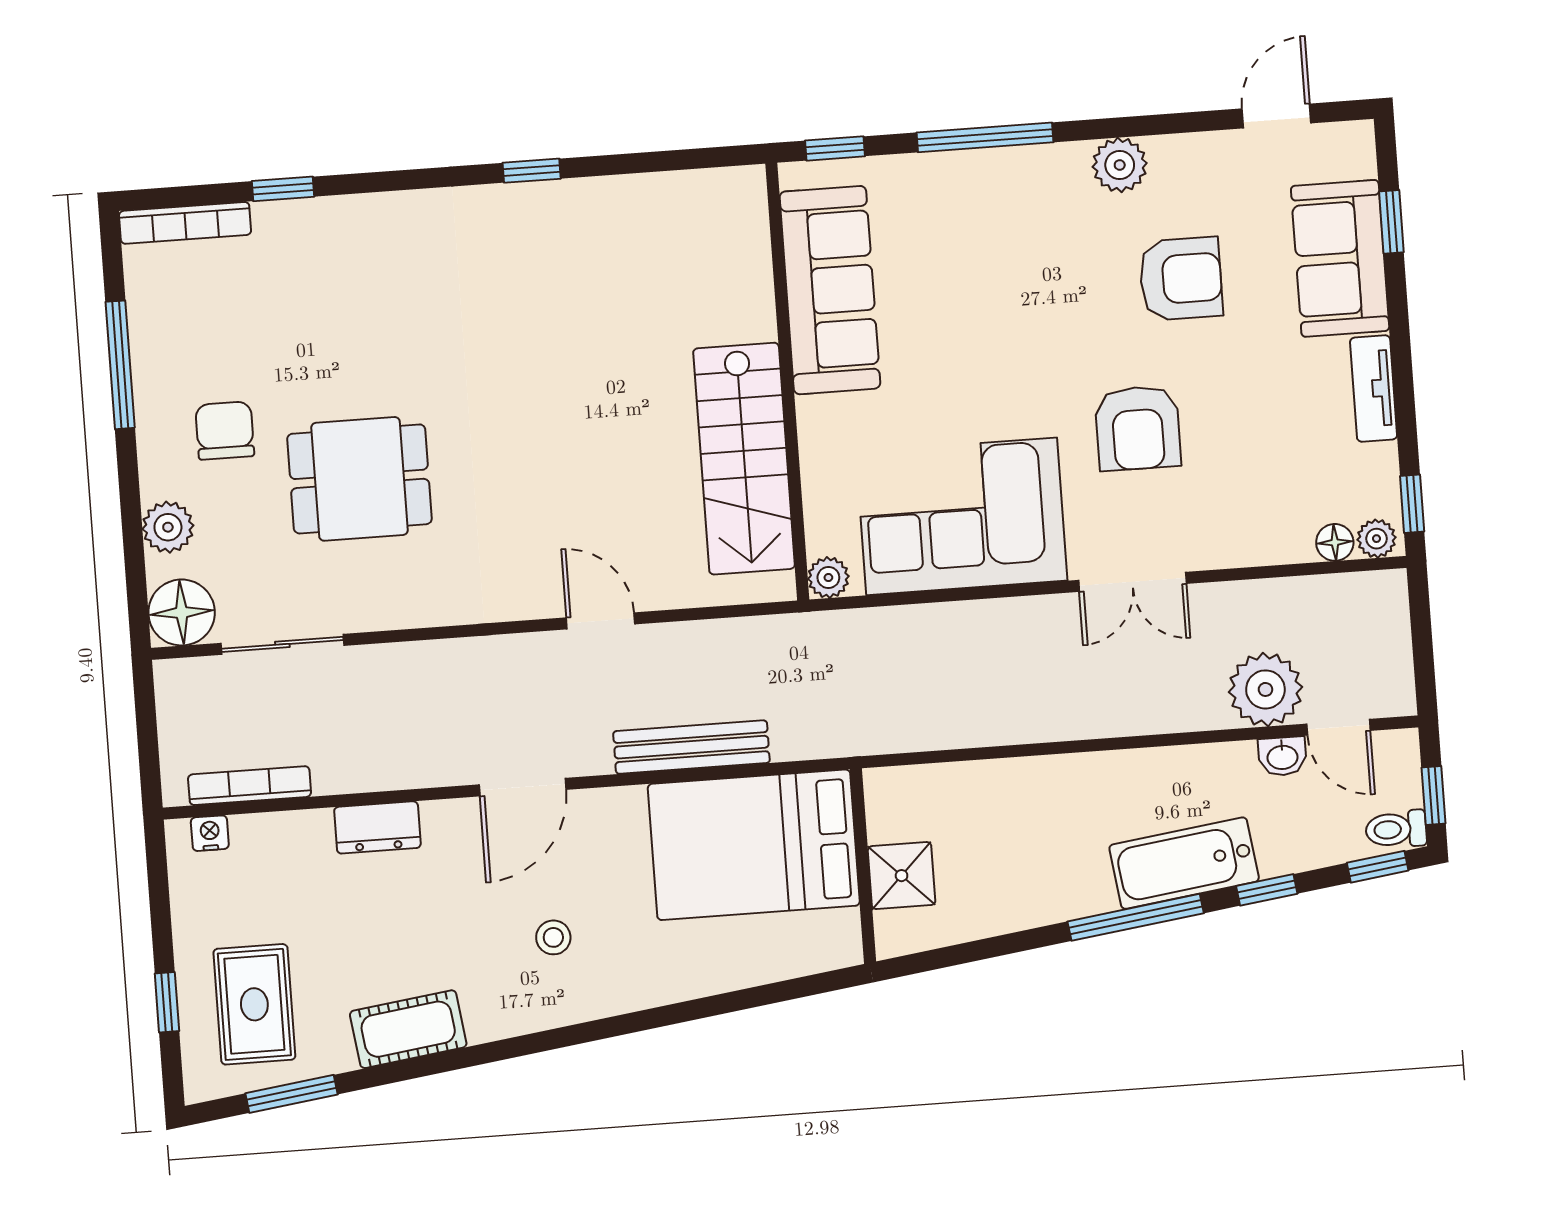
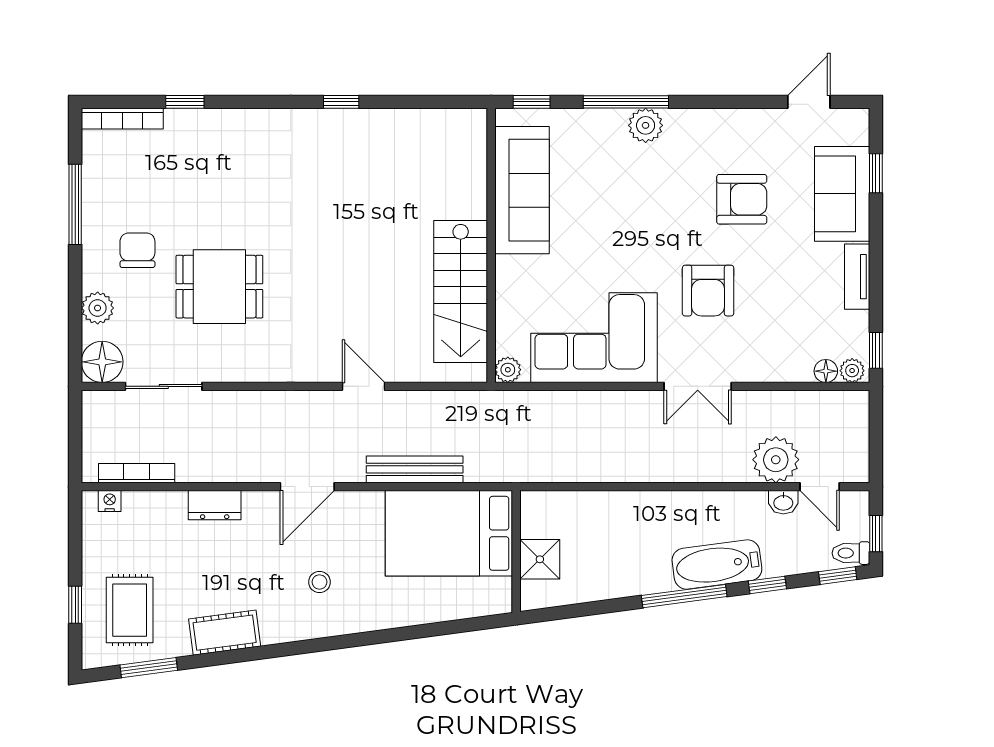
plant: (1120, 165) -> (646, 125), moved

